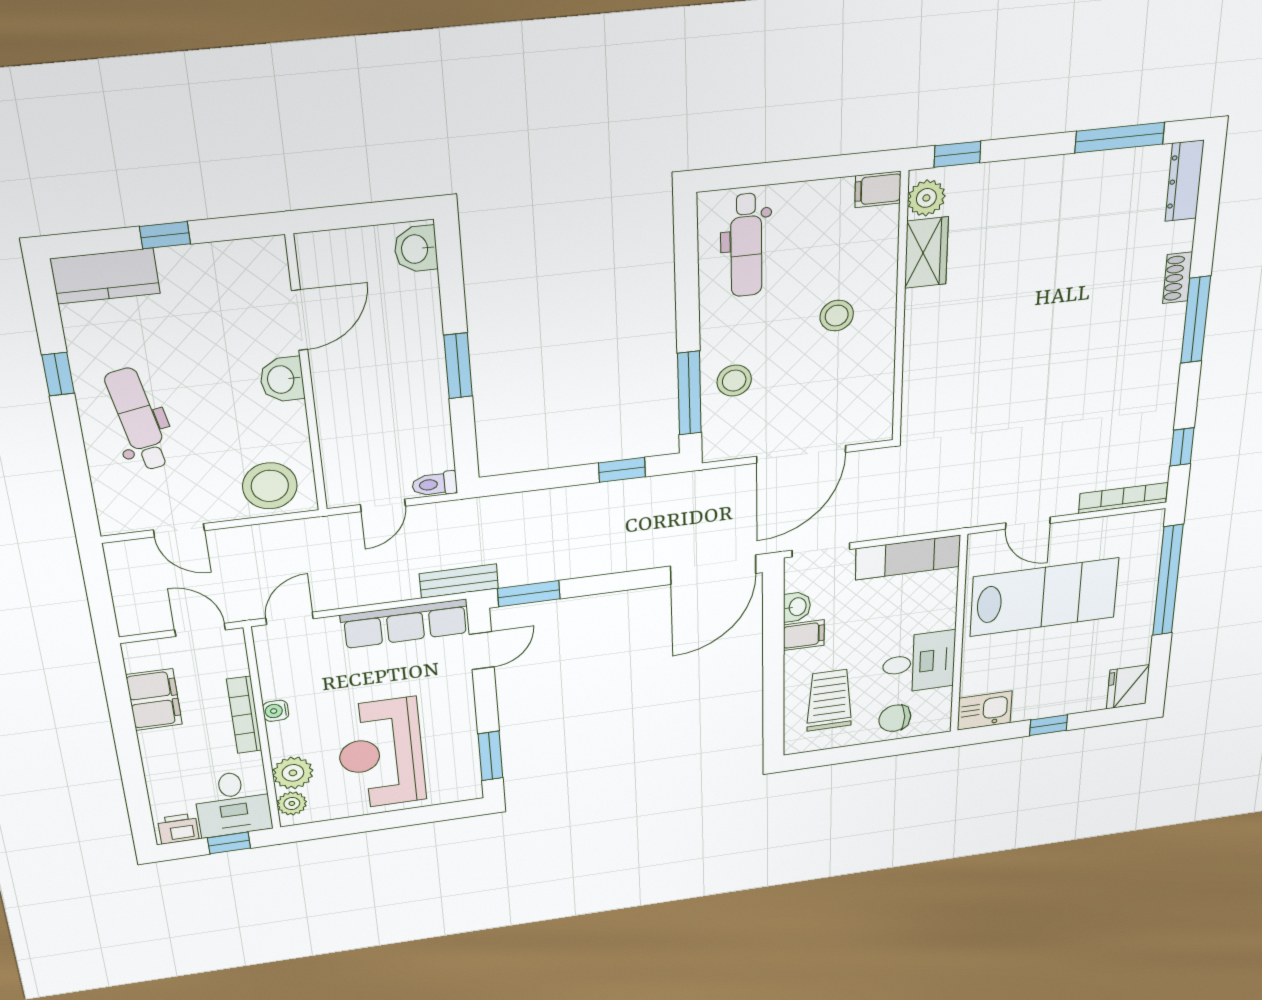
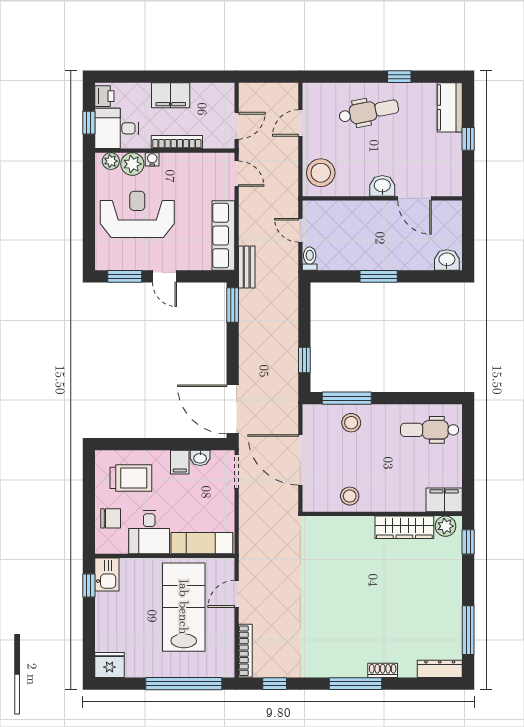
filing cabinet: (878, 189) -> (444, 500), width x2.00
wardrobe: (926, 253) -> (404, 527), width x1.50
stool: (837, 316) -> (350, 496), moved
exam couch: (908, 557) -> (202, 543), moved, turned 90
lab bench: (1044, 597) -> (184, 607), turned 180
door: (482, 651) -> (165, 276), moved
filing cabinet: (154, 700) -> (171, 95), moved
water cooler: (276, 711) -> (152, 159), moved
chair: (895, 718) -> (111, 518), turned 91
window: (1049, 725) -> (89, 586), moved

